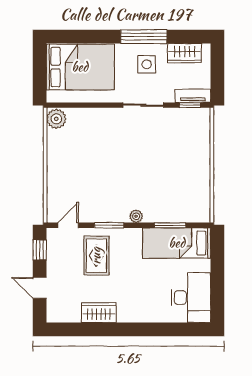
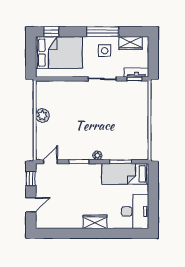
window: (69, 37) -> (51, 32), added
plant: (56, 119) -> (42, 116), moved
rug: (96, 256) -> (70, 183), removed
door: (40, 288) -> (31, 205), swing flipped
wardrobe: (99, 313) -> (95, 222), moved

